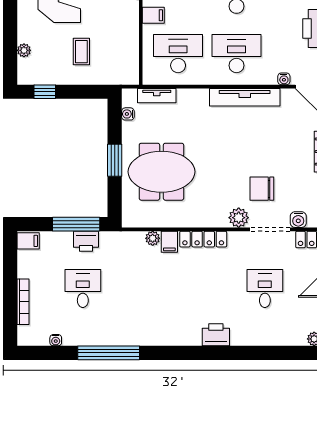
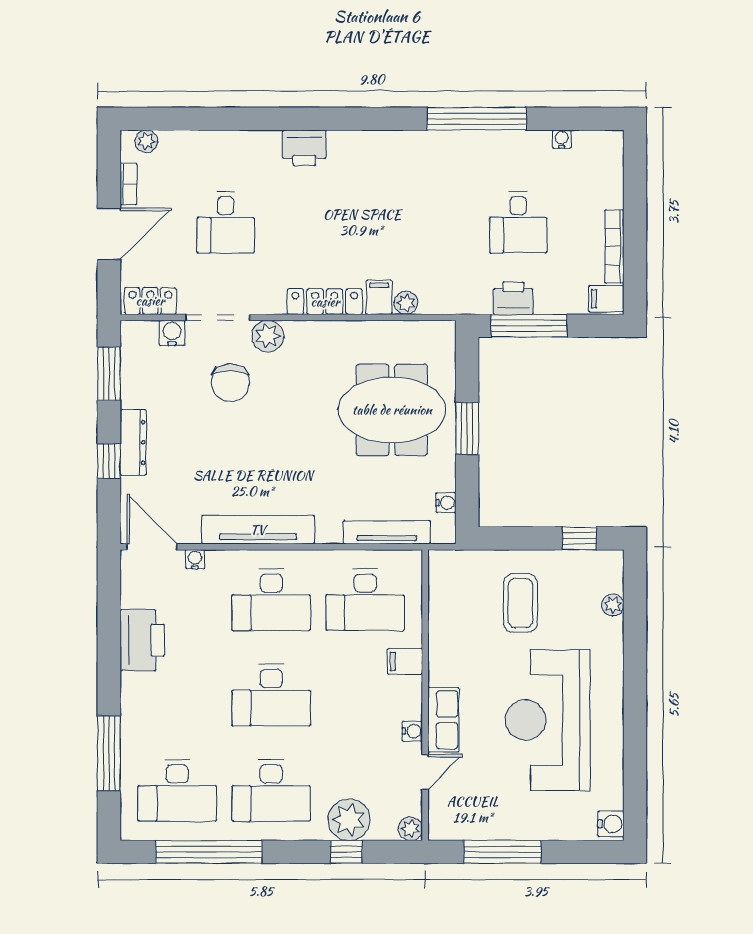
coffee table: (81, 52) -> (520, 603), width x1.36, depth x1.30
tv unit: (157, 96) -> (387, 532), width x1.41
chair: (262, 189) -> (230, 383), turned 90
bookcase: (23, 302) -> (614, 247), moved

